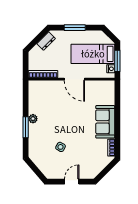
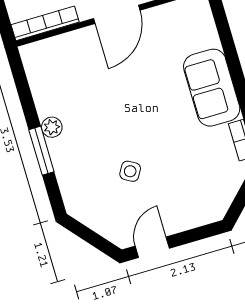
door: (74, 79) -> (117, 14), hinge flipped
door: (72, 182) -> (152, 247), moved

